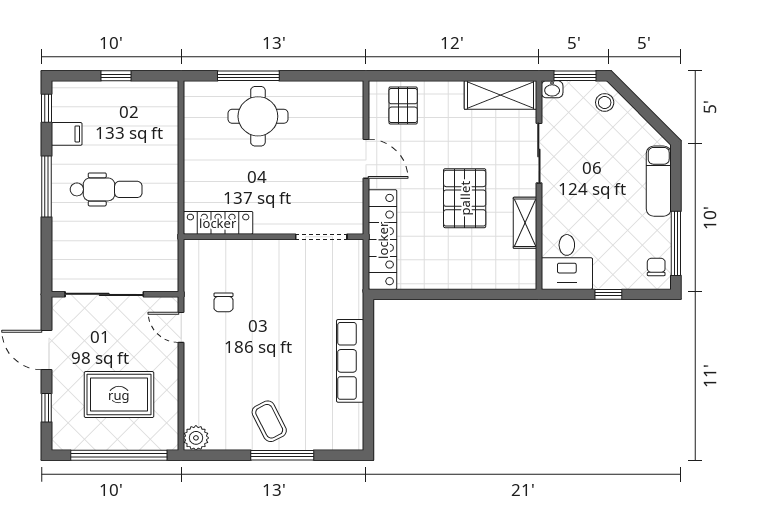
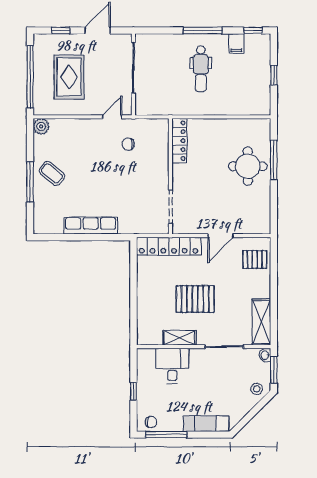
desk: (567, 262) -> (172, 366), moved, turned 90
coffee table: (269, 421) -> (52, 173), turned 67

